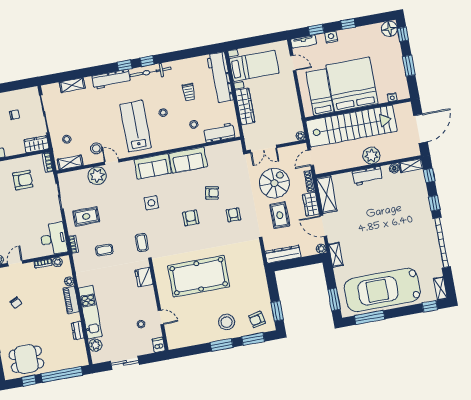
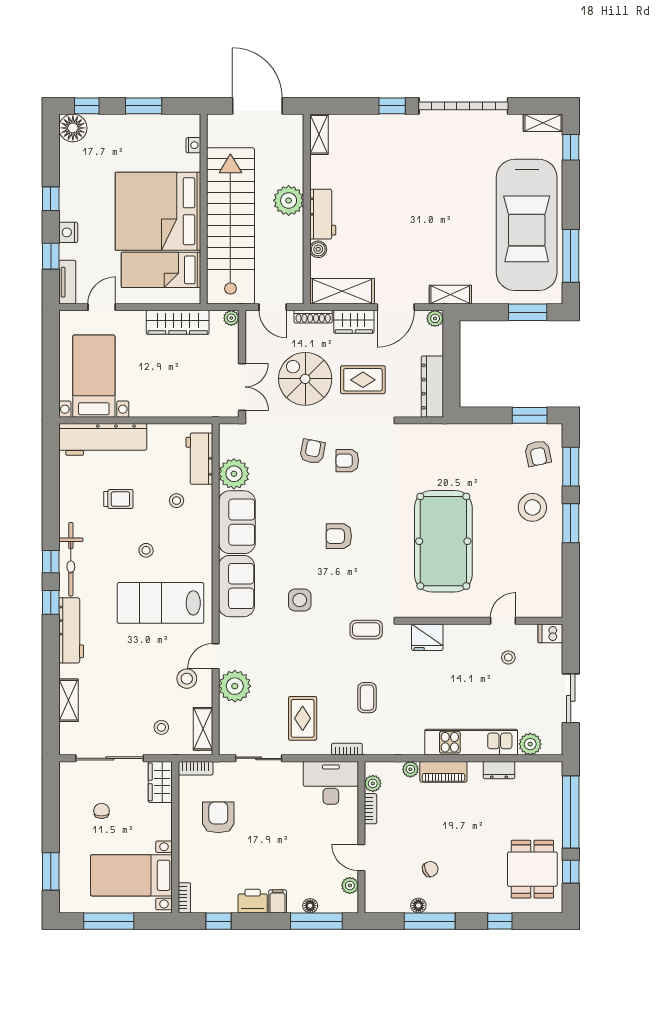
wardrobe: (245, 106) -> (178, 322), moved, turned 180
plant: (215, 153) -> (234, 474), added
boiler: (394, 168) -> (318, 249), moved
window: (429, 175) -> (342, 106), removed
armchair: (212, 193) -> (312, 451), moved

